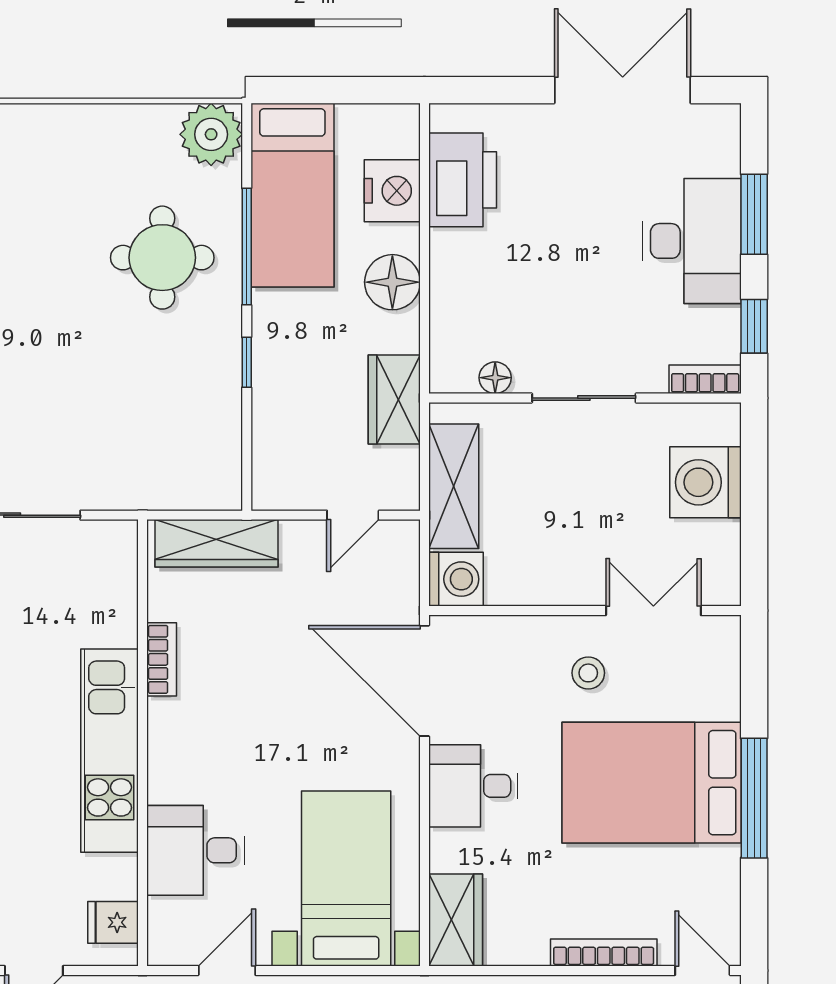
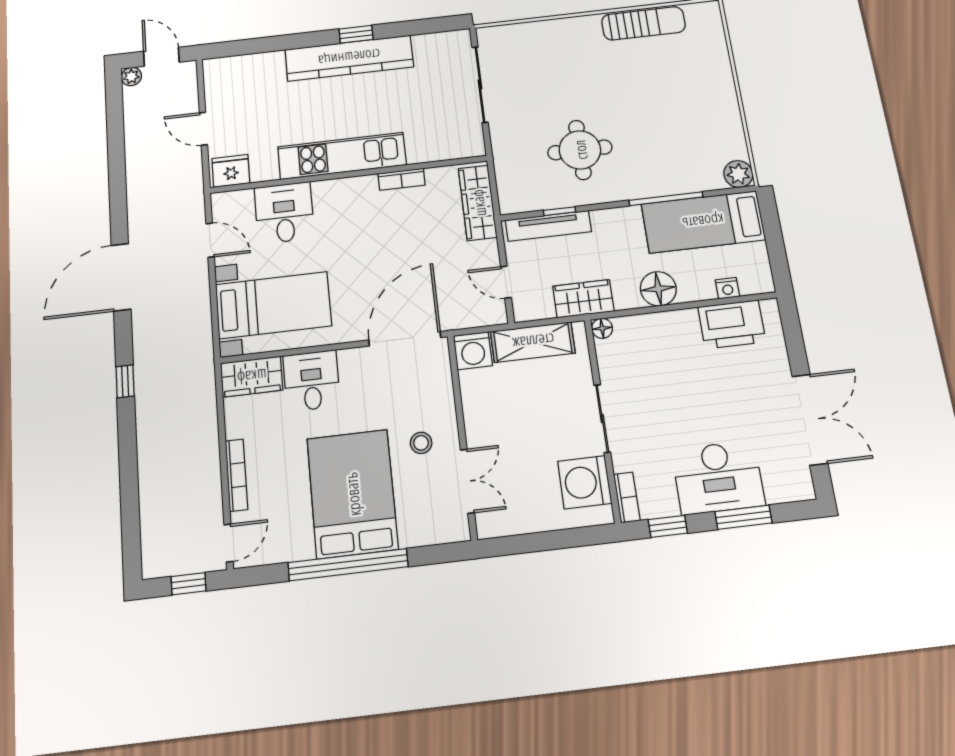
plant: (211, 134) -> (738, 174), width x0.73, depth x0.73
nightstand: (392, 191) -> (727, 288), width x0.53, depth x0.56
round table: (162, 258) -> (580, 150), moved
window: (247, 362) -> (560, 211), moved
floor lamp: (495, 378) -> (602, 328), moved
tv unit: (269, 437) -> (548, 226), added
washing machine: (705, 482) -> (585, 482), moved, turned -90
desk: (473, 786) -> (312, 381), moved
window: (754, 798) -> (348, 565), width x1.46
fridge: (113, 922) -> (231, 171), width x1.38

